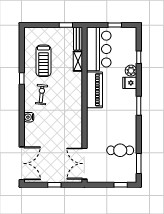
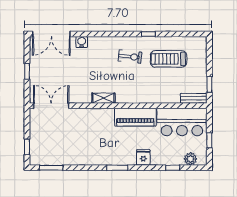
shelving: (78, 61) -> (103, 98), moved
plant: (131, 71) -> (190, 159), moved
water cooler: (29, 117) -> (82, 42), moved
cafe table: (120, 150) -> (66, 147), removed

